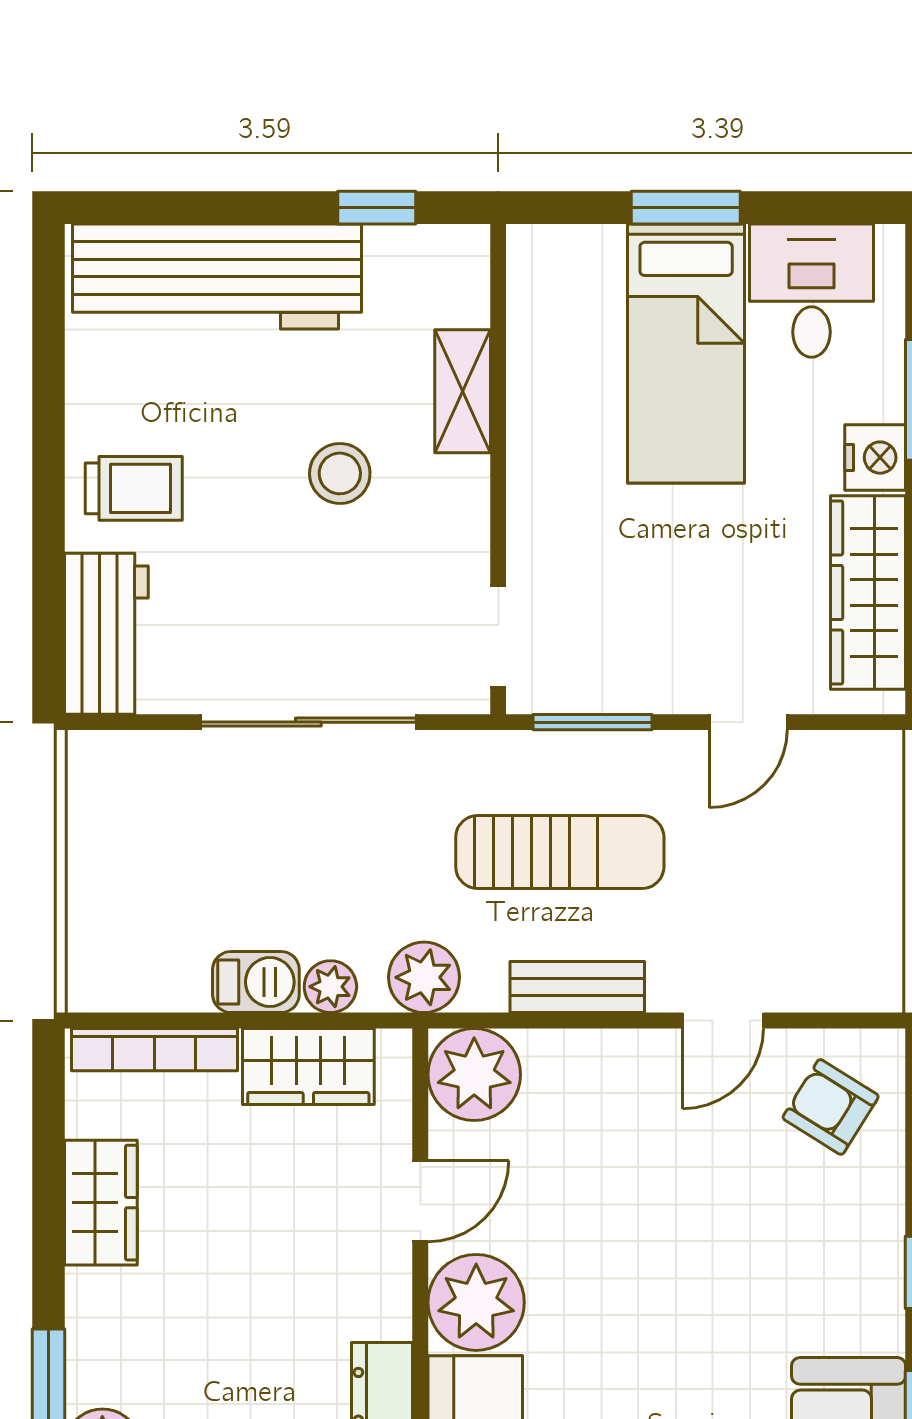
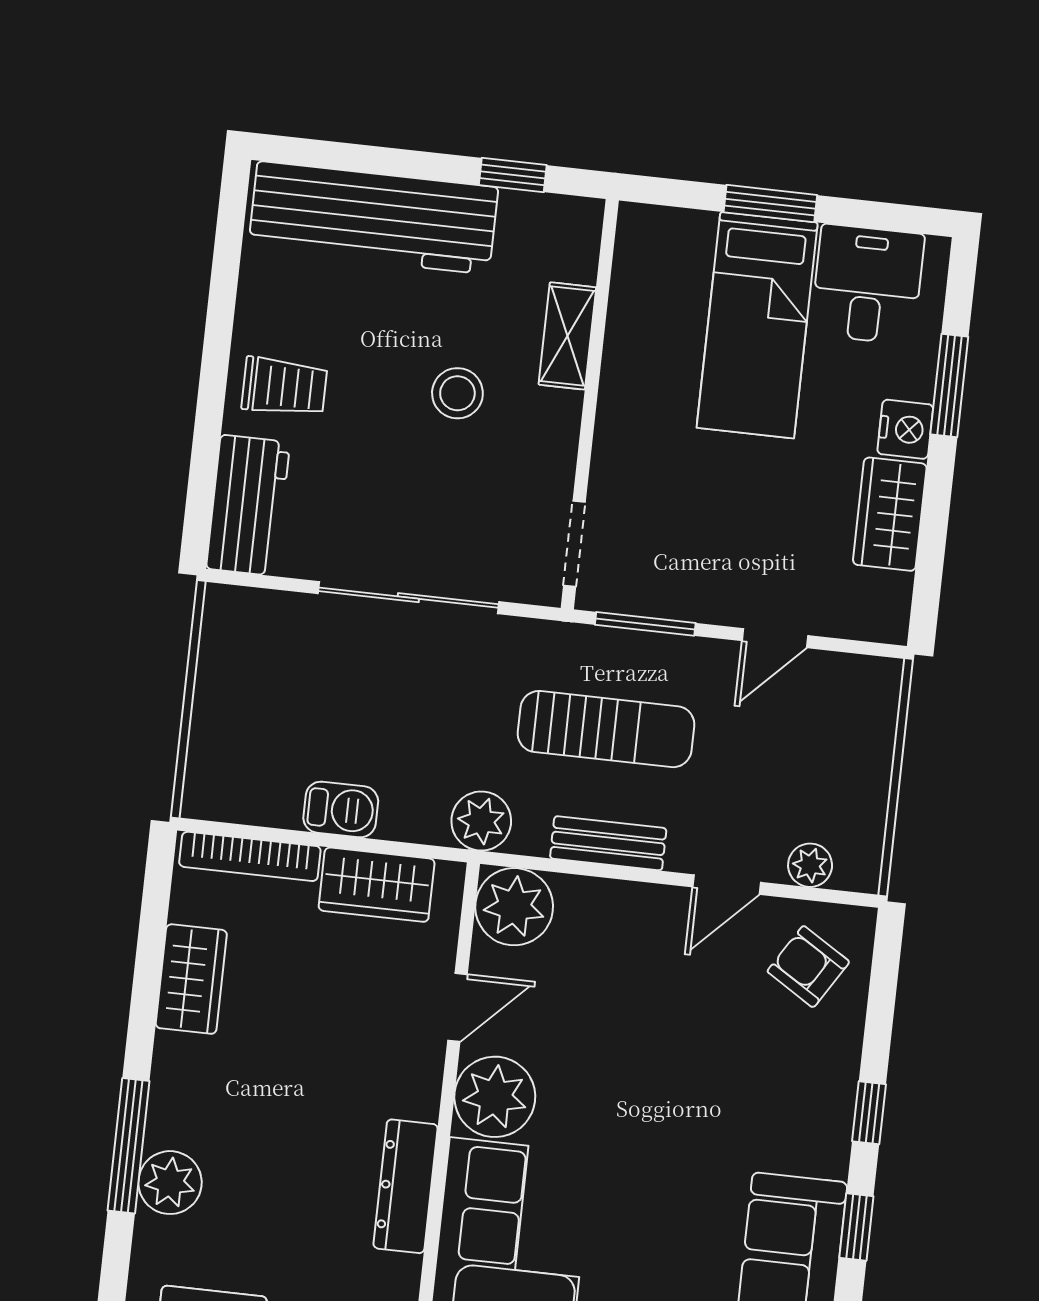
wardrobe: (868, 592) -> (890, 514), width x0.67
plant: (330, 987) -> (810, 865), moved

